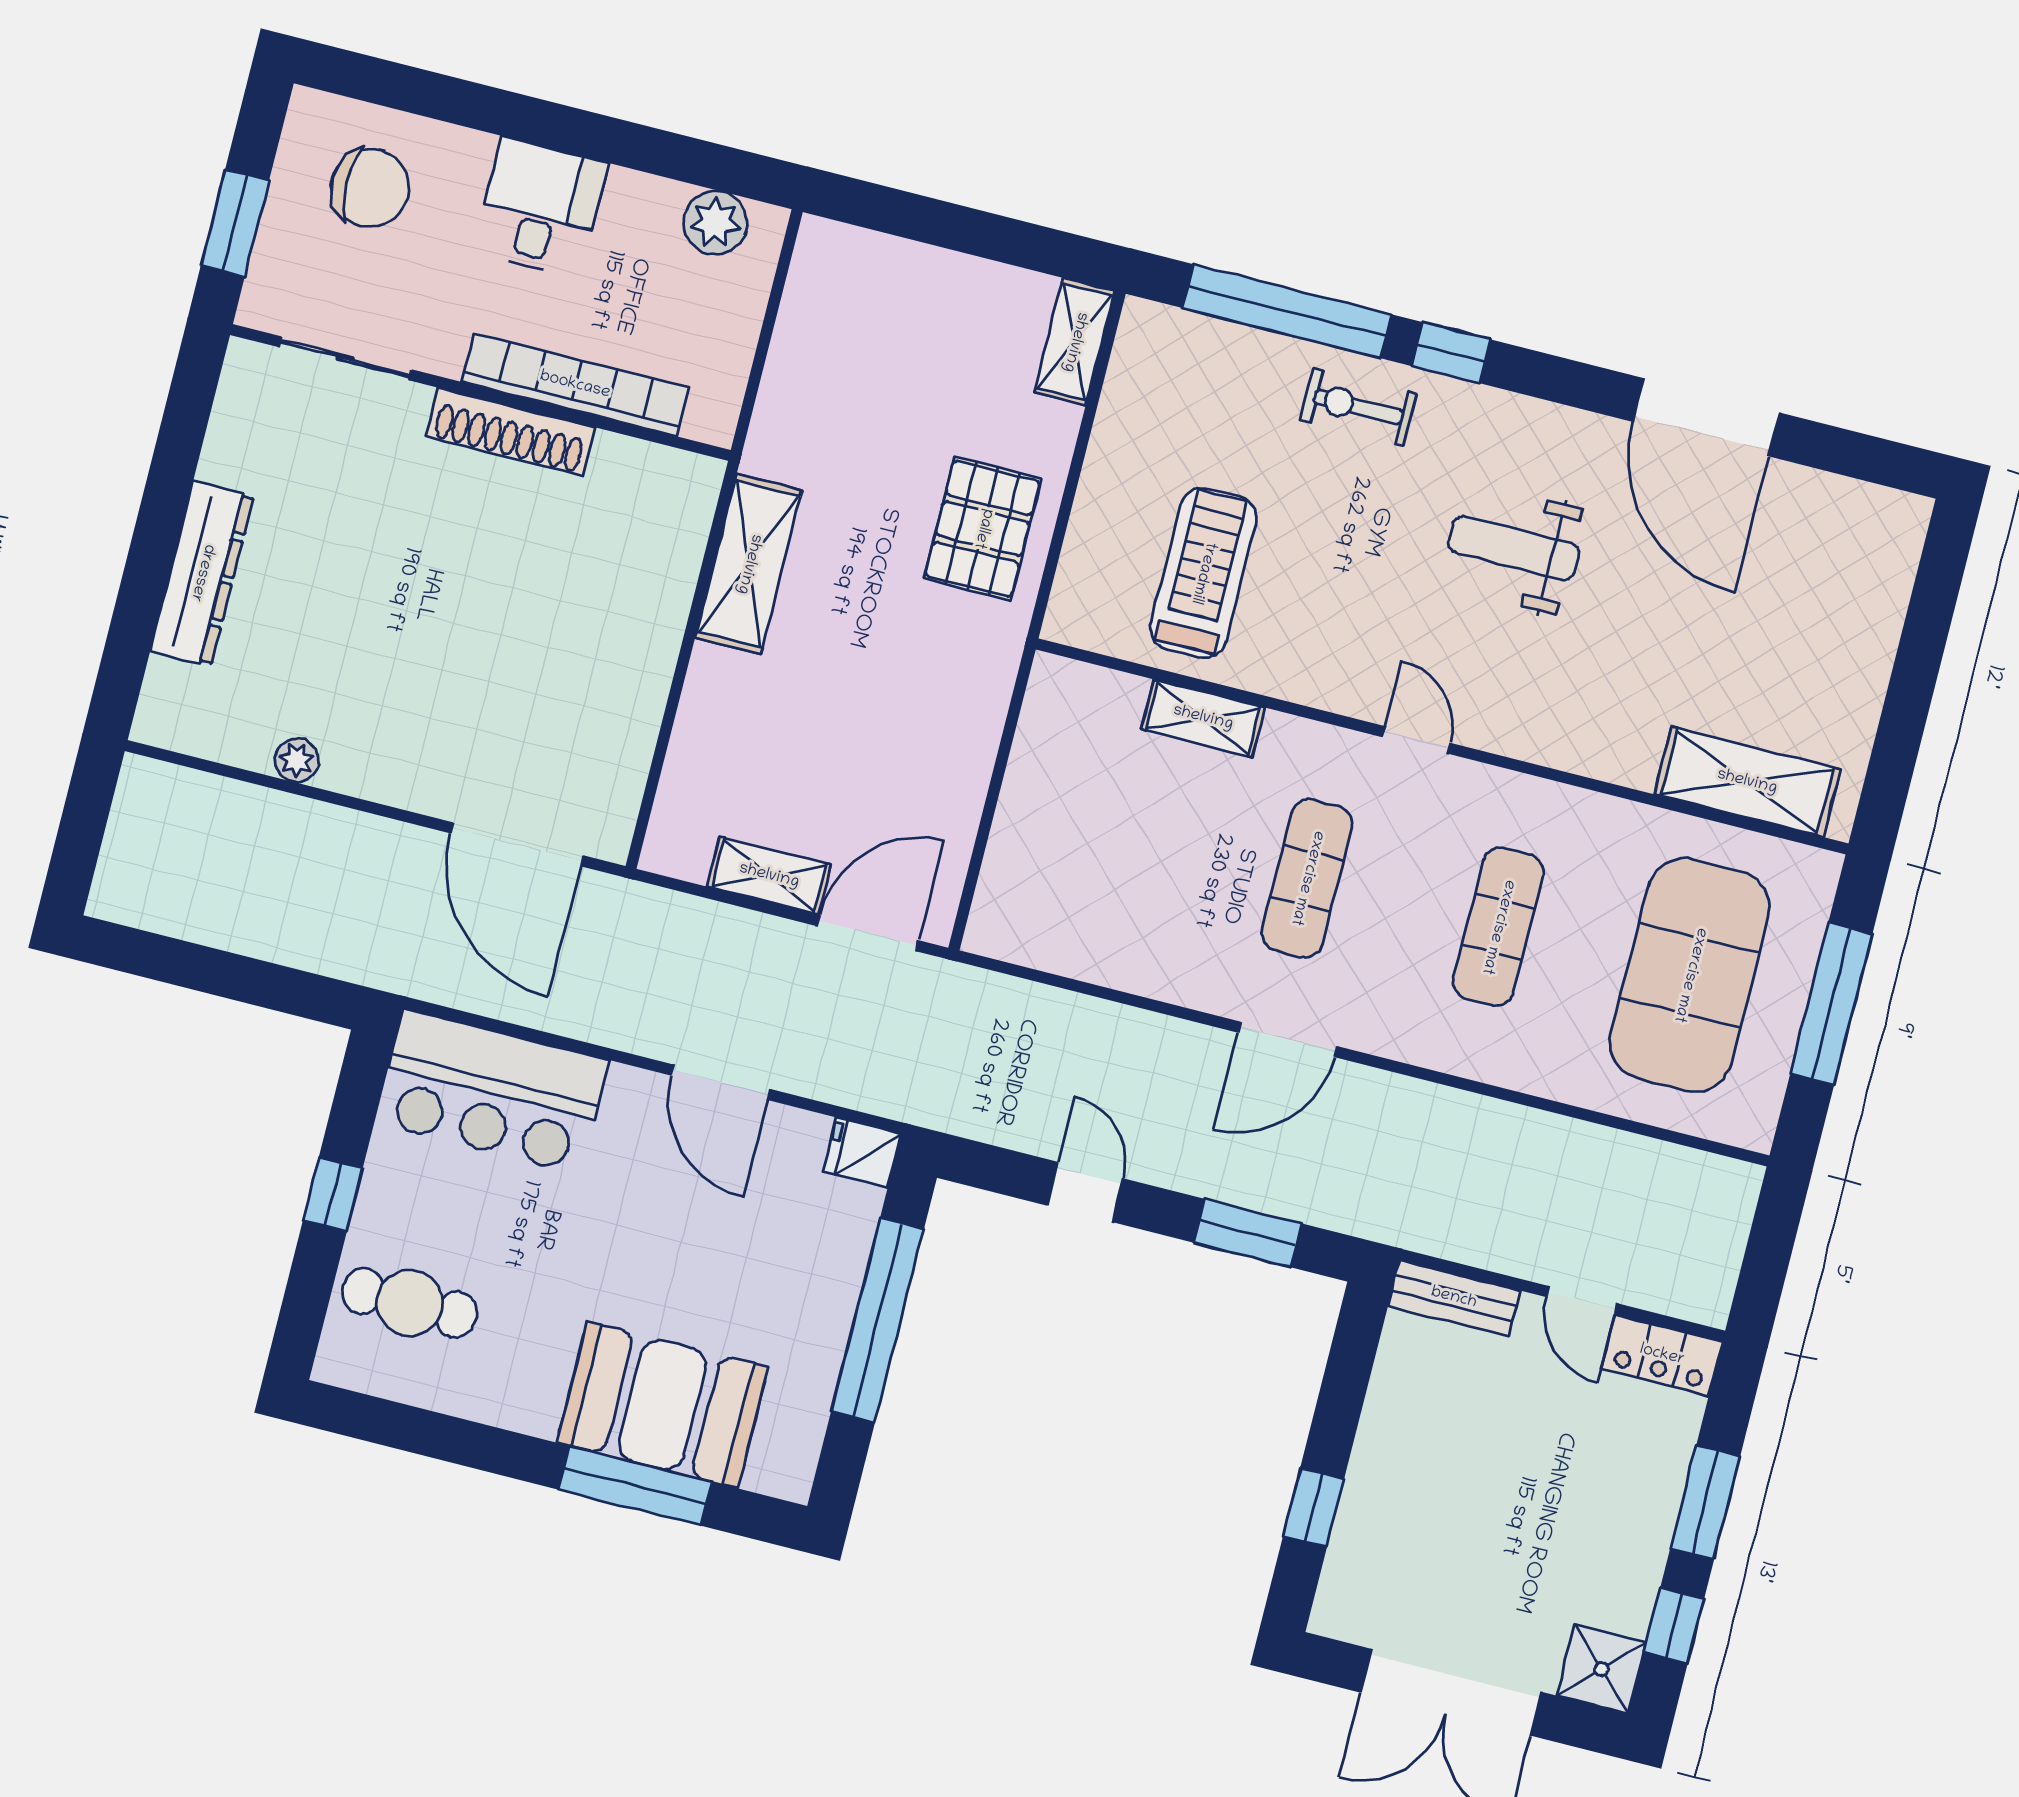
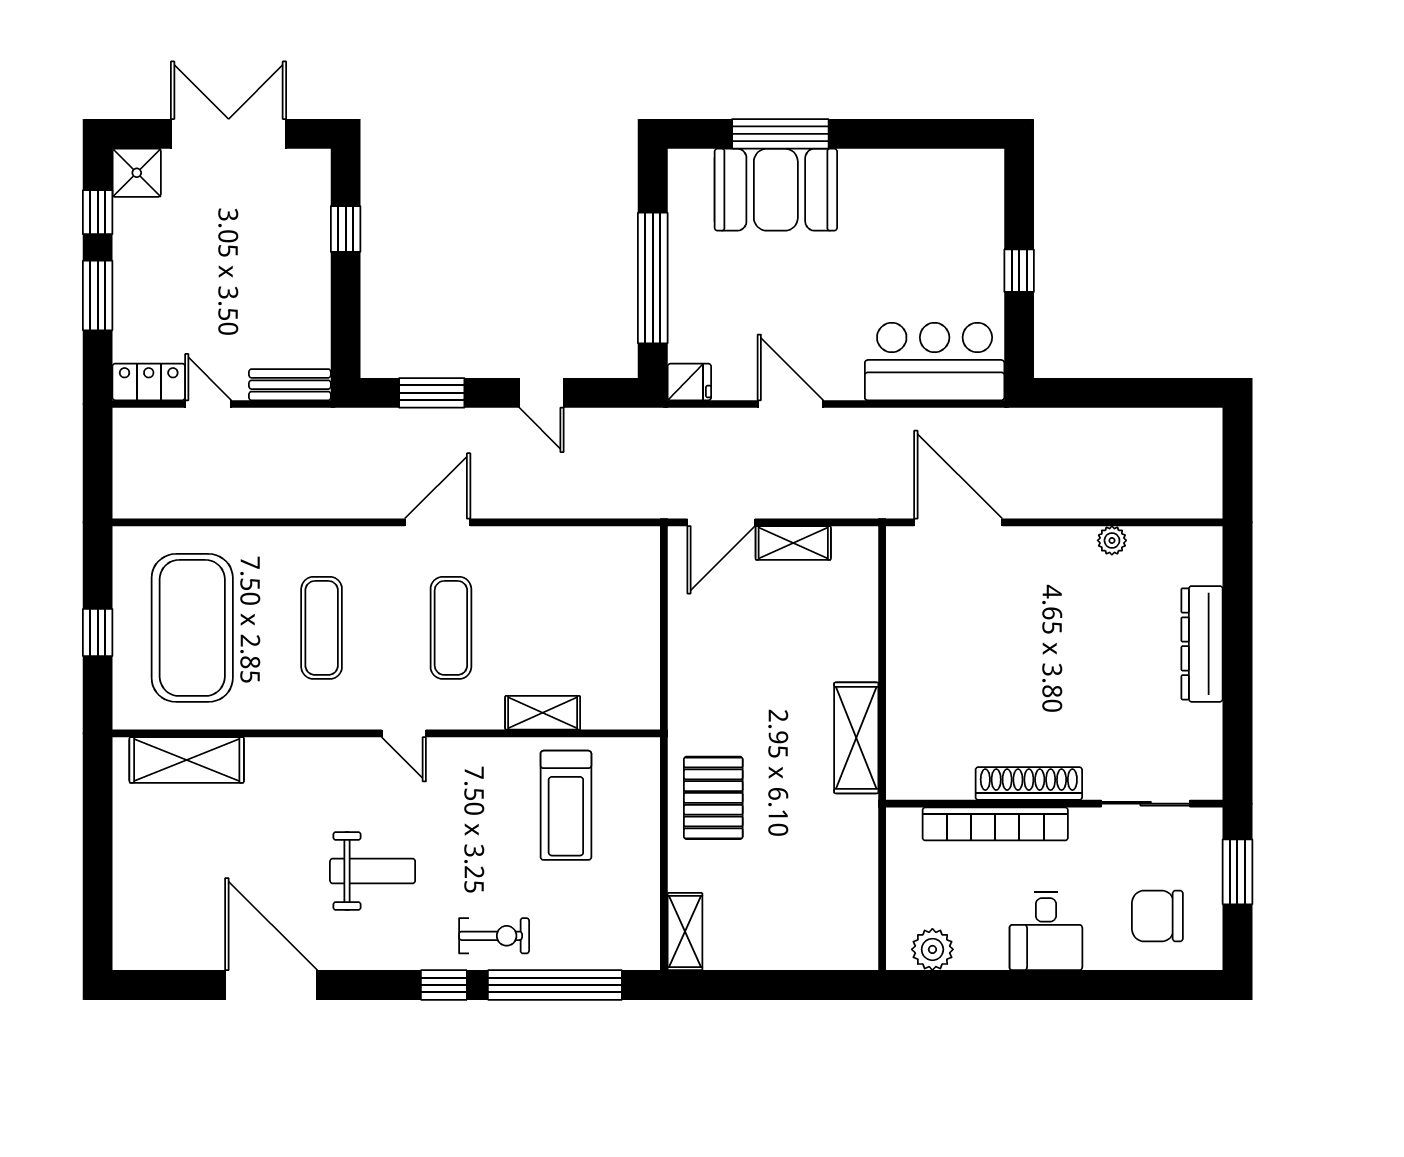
window: (1831, 1004) -> (98, 633), width x0.46
cafe table: (410, 1303) -> (953, 214), removed

